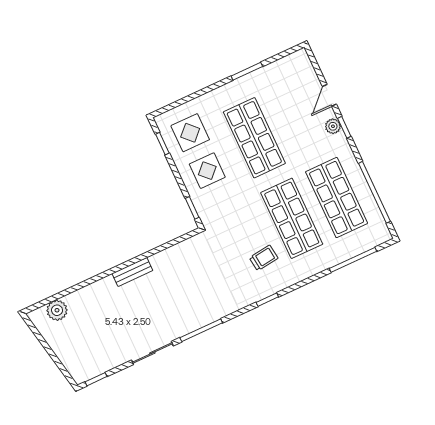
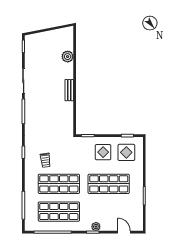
door: (329, 95) -> (124, 232), moved
plant: (57, 310) -> (68, 57), moved

